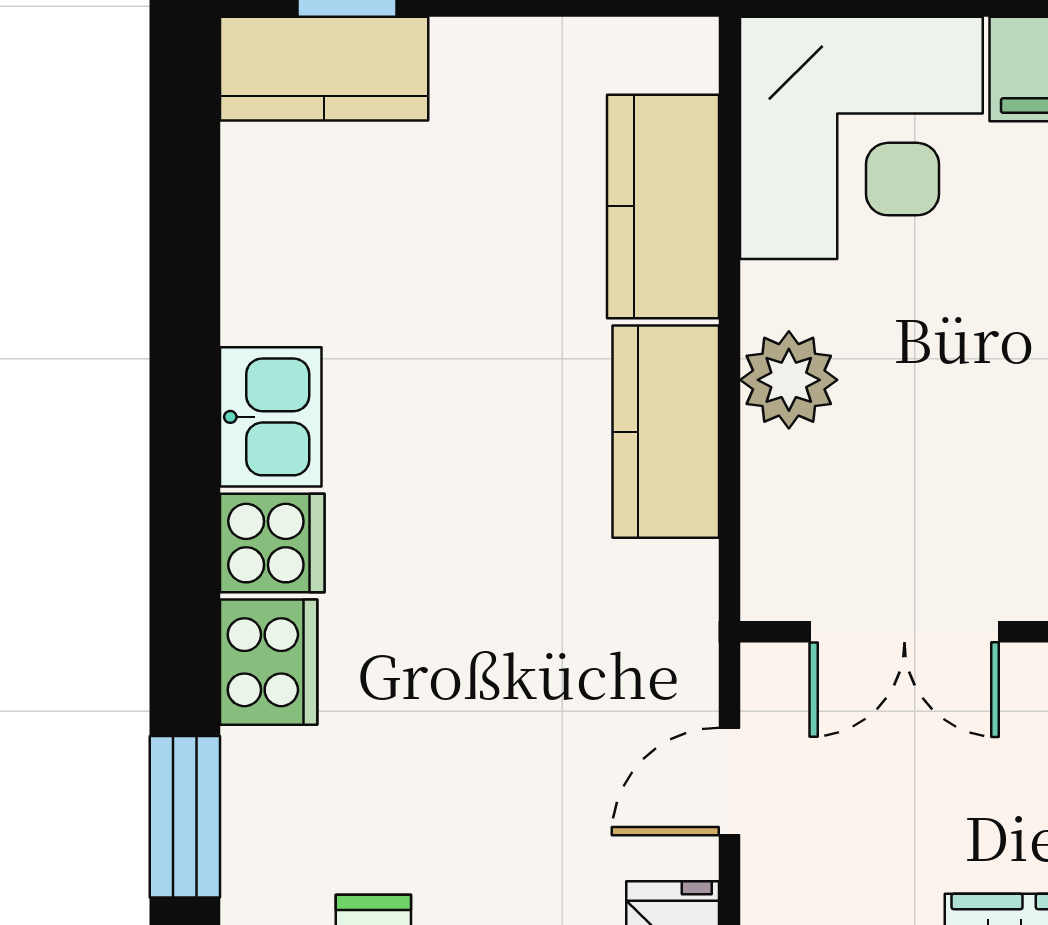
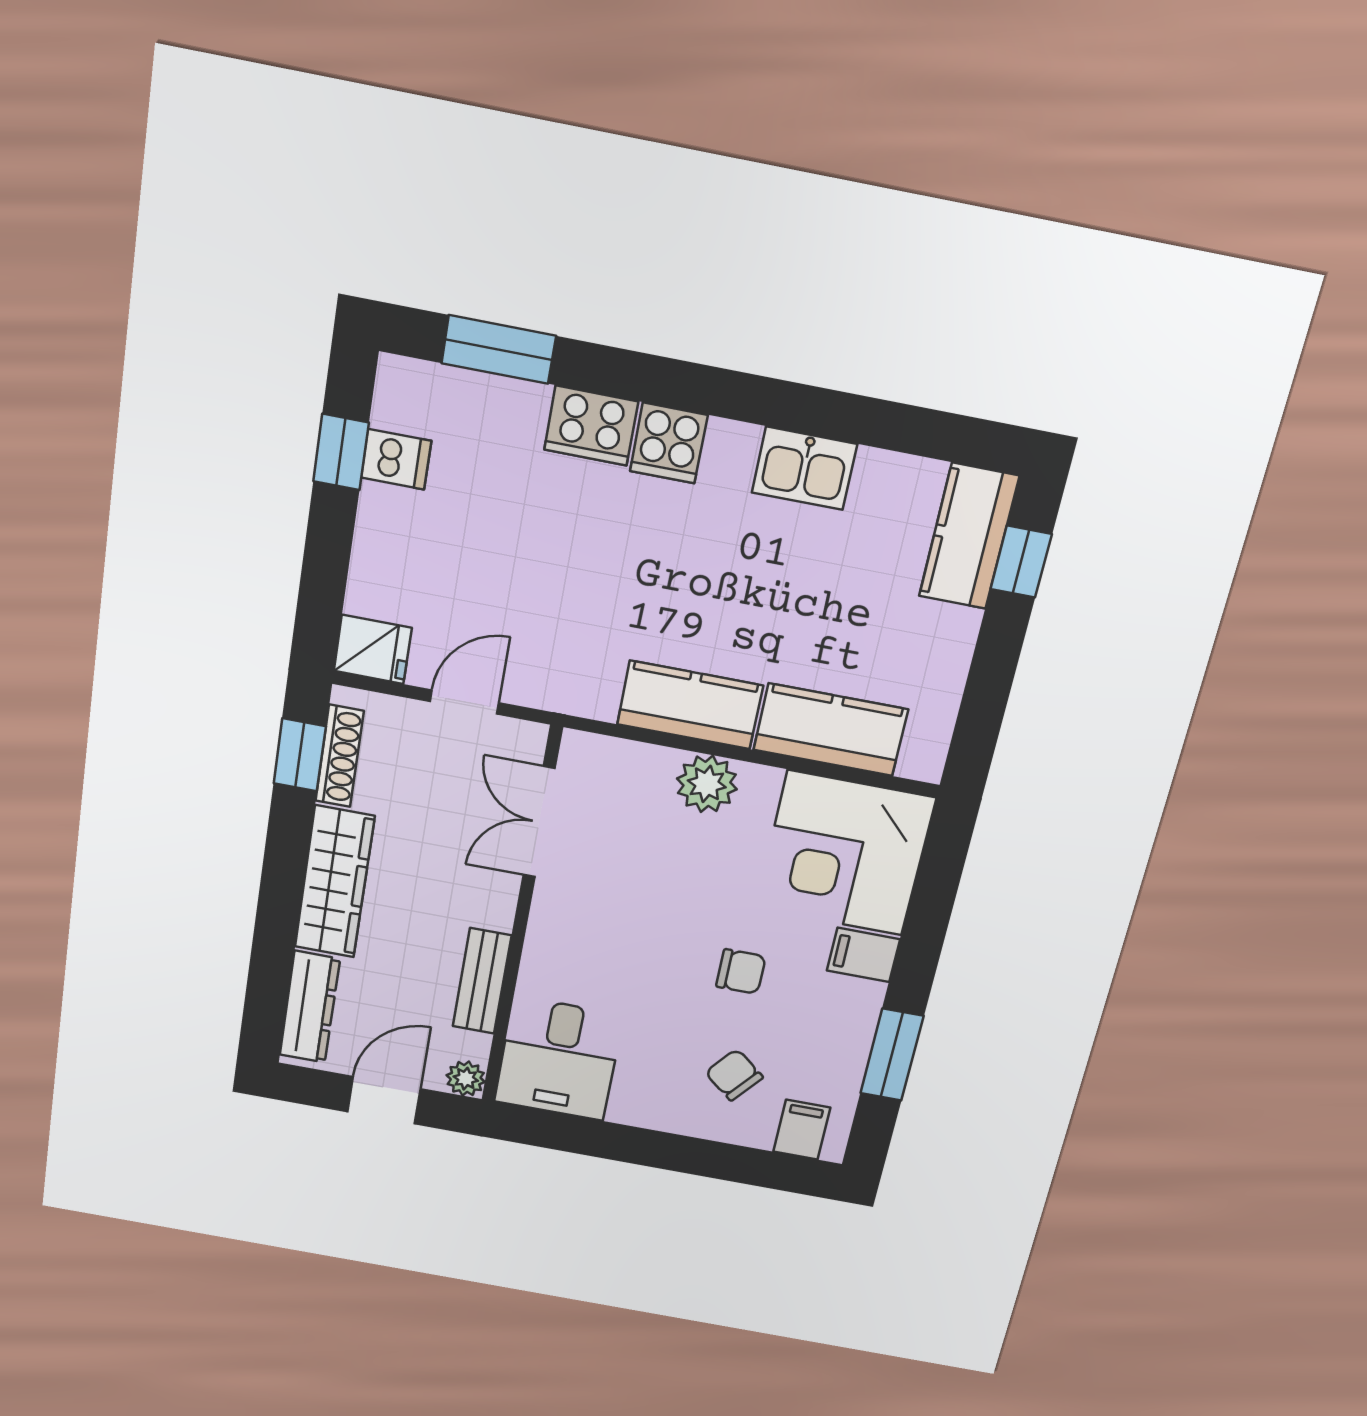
kitchen sink: (271, 417) -> (804, 468), moved
door: (730, 781) -> (464, 702), hinge flipped

